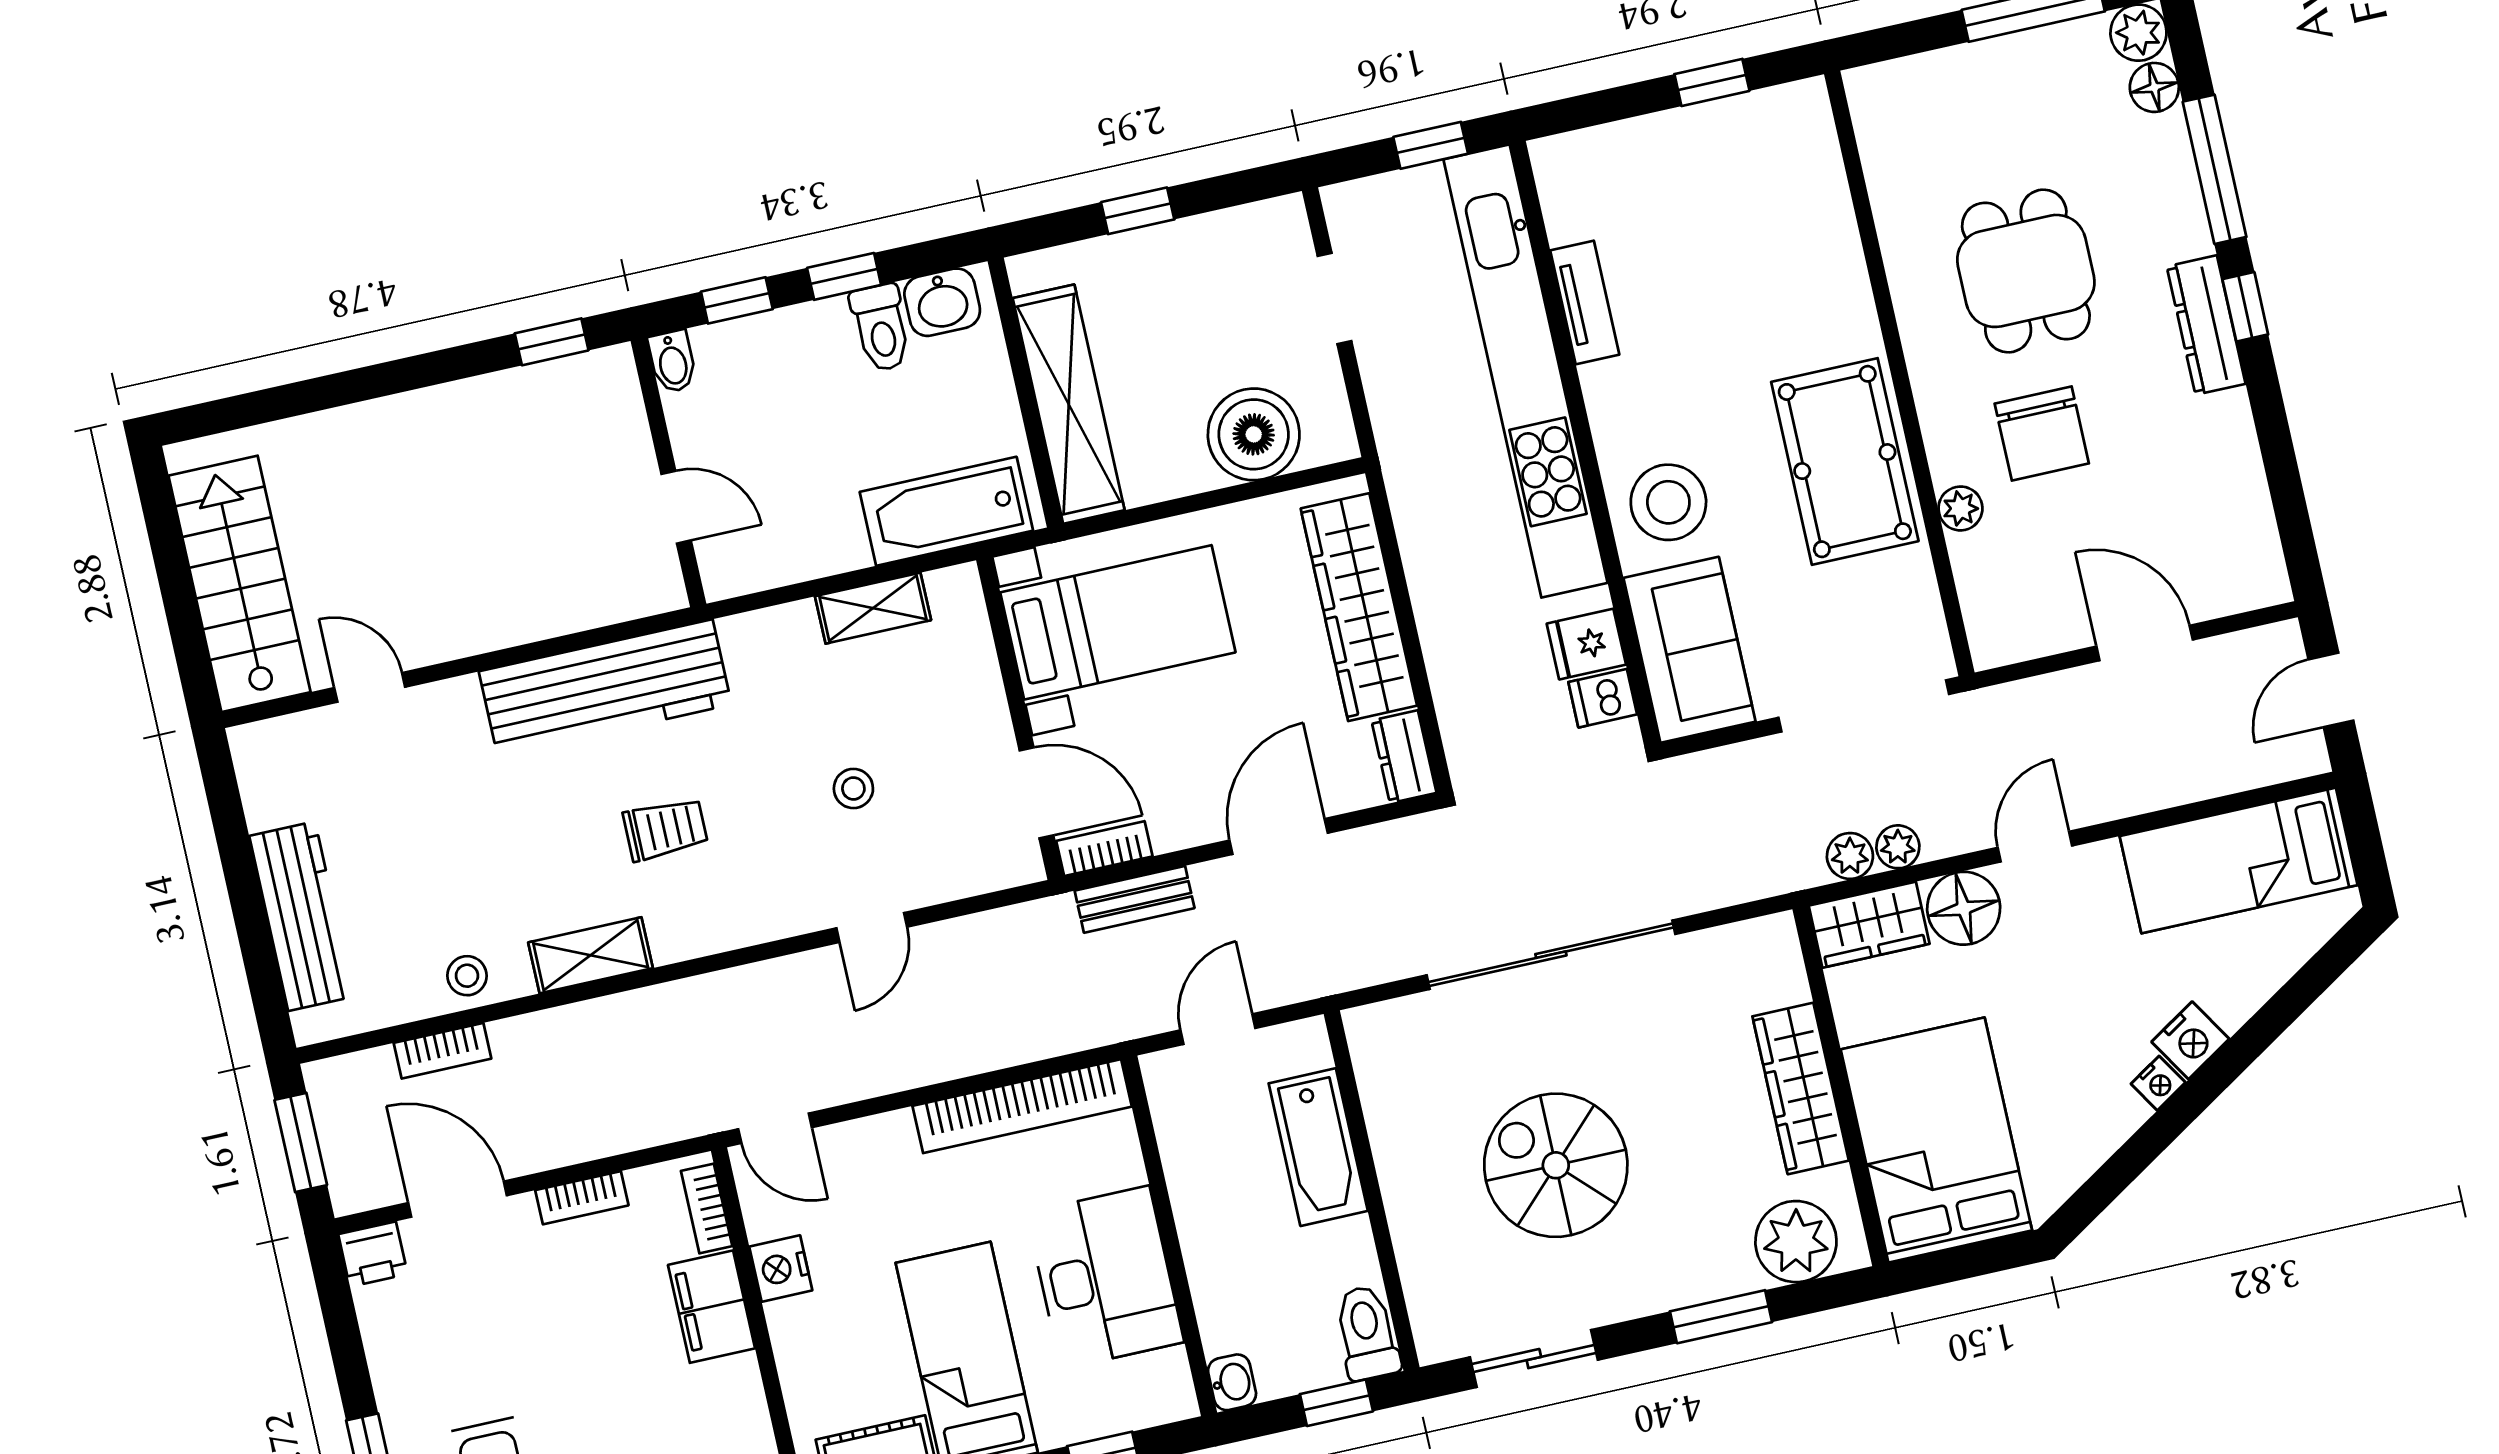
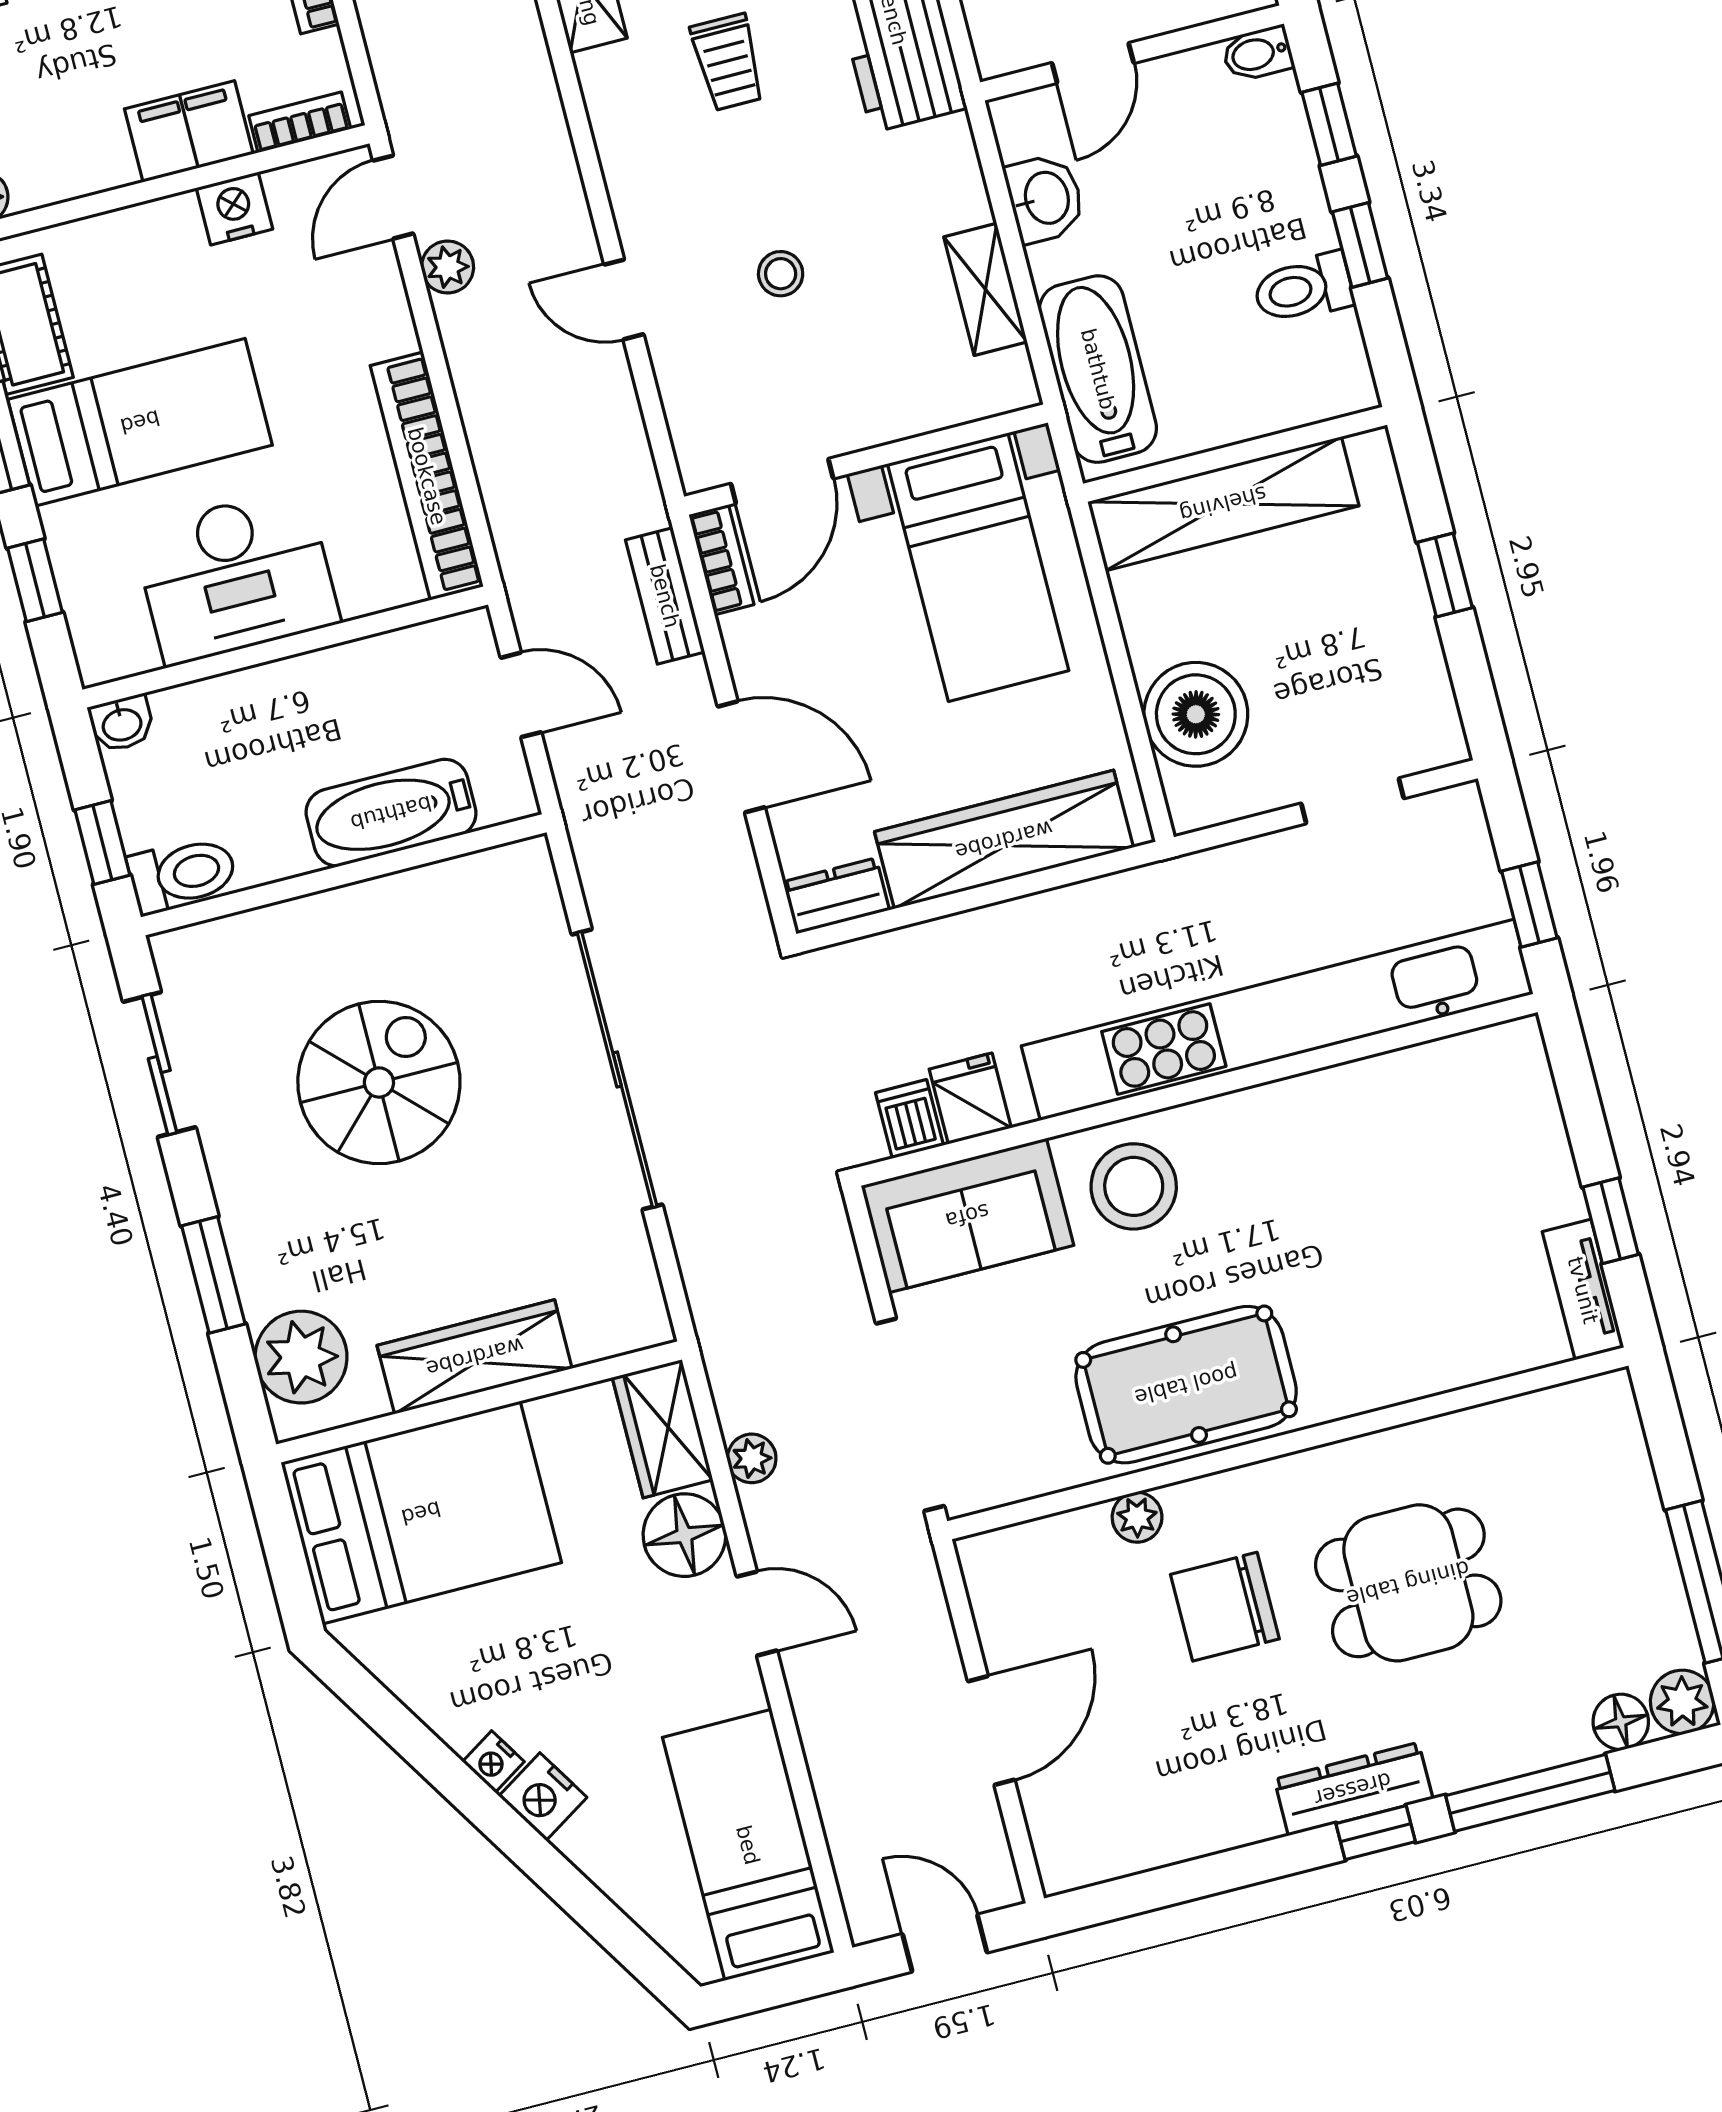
washbasin: (942, 302) -> (1045, 198), moved, turned 180
tv unit: (1585, 302) -> (1583, 1290), moved, turned 90
plant: (1850, 856) -> (448, 267), moved

